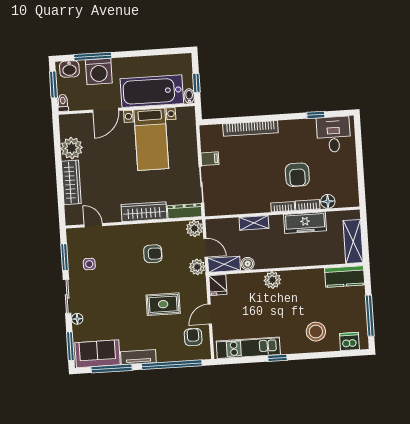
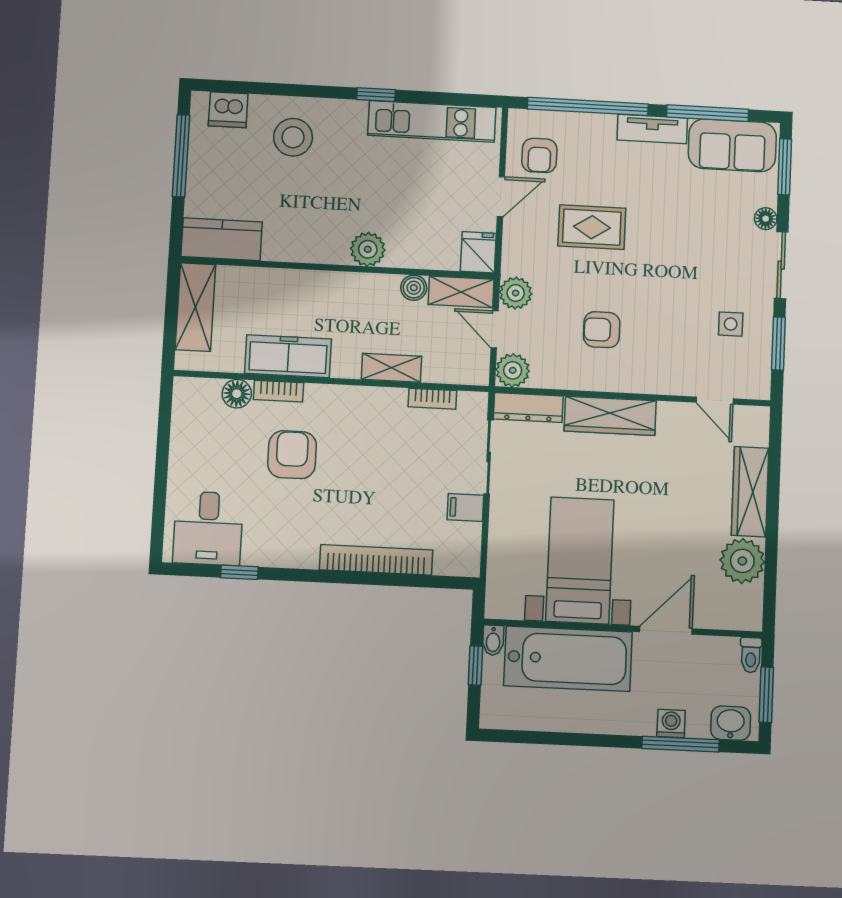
washing machine: (99, 71) -> (671, 724), width x0.53, depth x0.53
bookcase: (283, 207) -> (432, 399), moved

